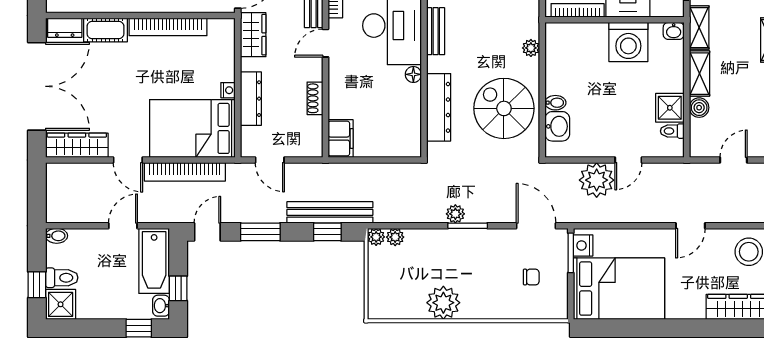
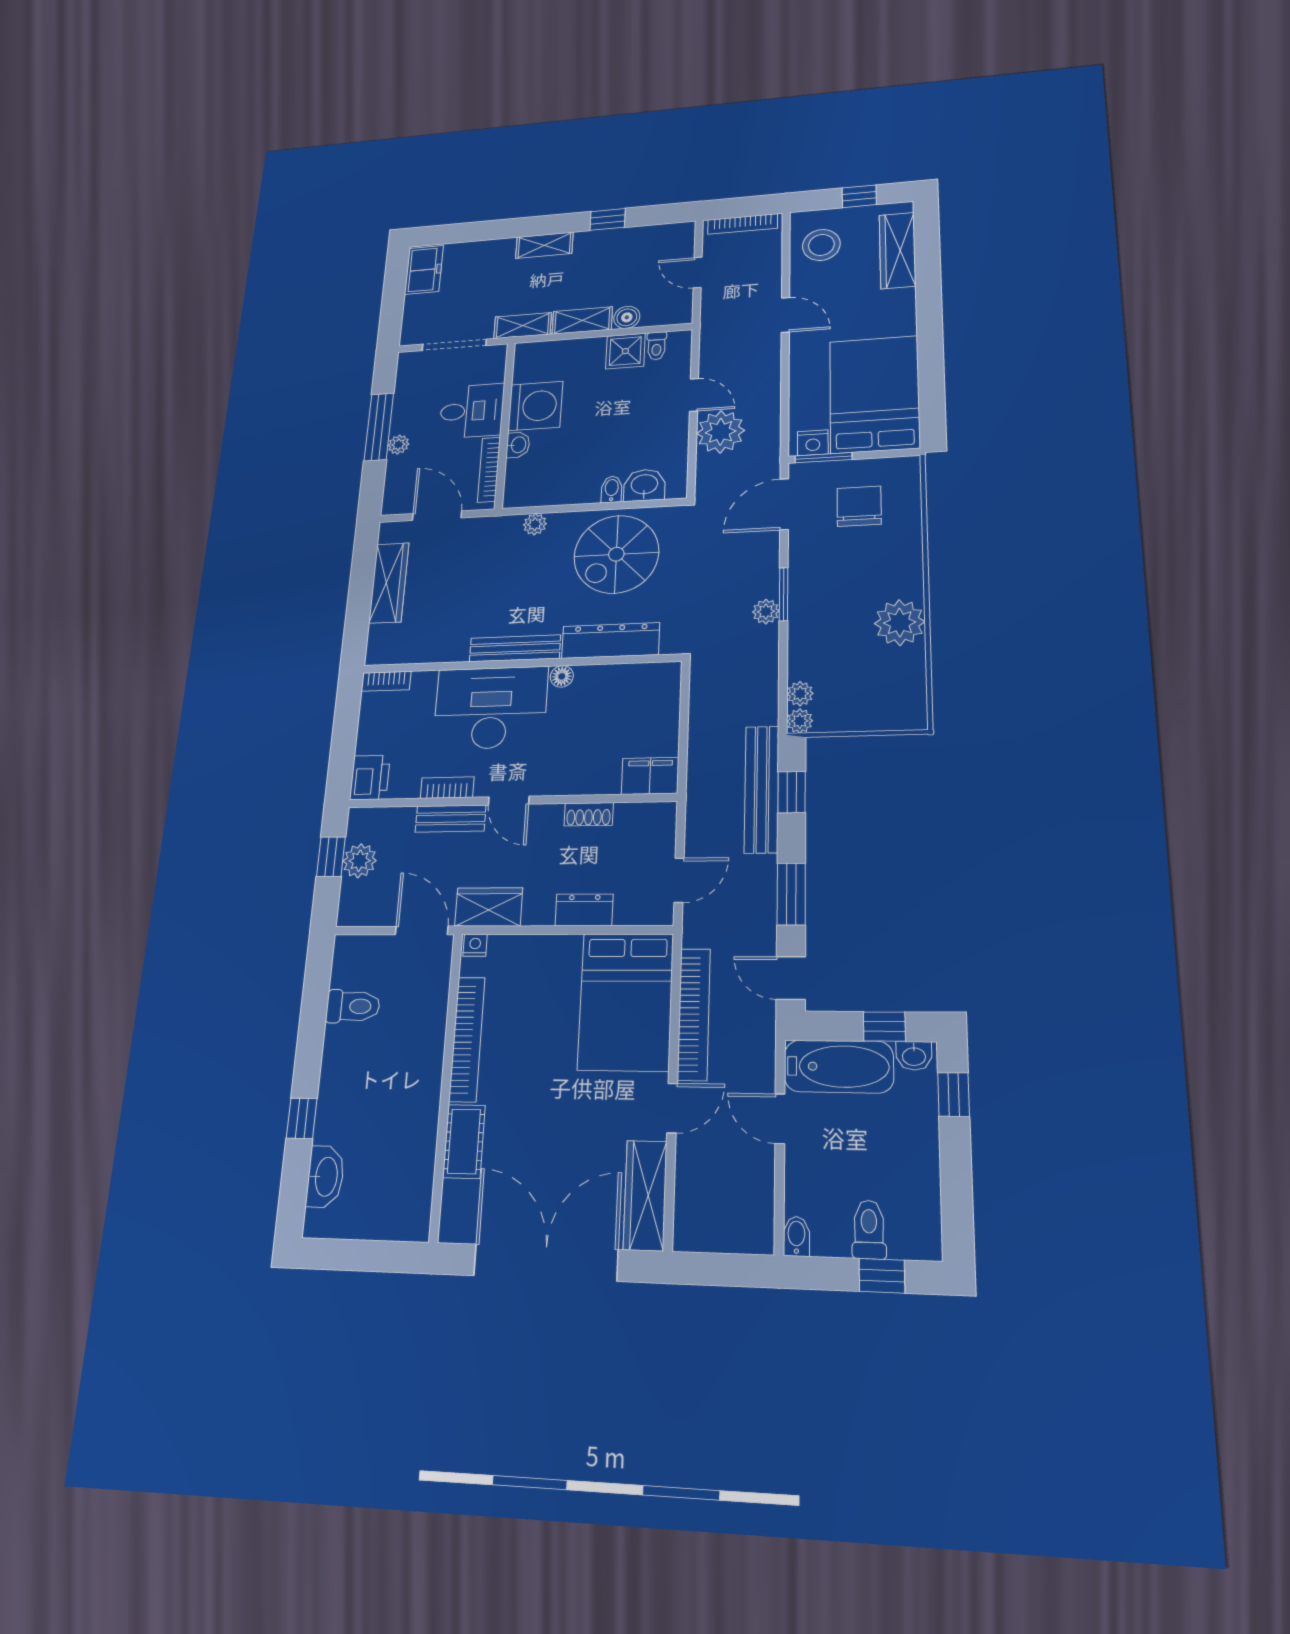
dresser: (65, 28) -> (455, 1210), removed
bench: (436, 31) -> (515, 648), width x1.36
washbasin: (674, 31) -> (518, 445), moved
nightstand: (228, 90) -> (475, 945), moved
dresser: (251, 99) -> (584, 910), width x0.70
chair: (531, 277) -> (859, 506), width x1.87, depth x1.87
shower: (61, 304) -> (916, 1233), removed

